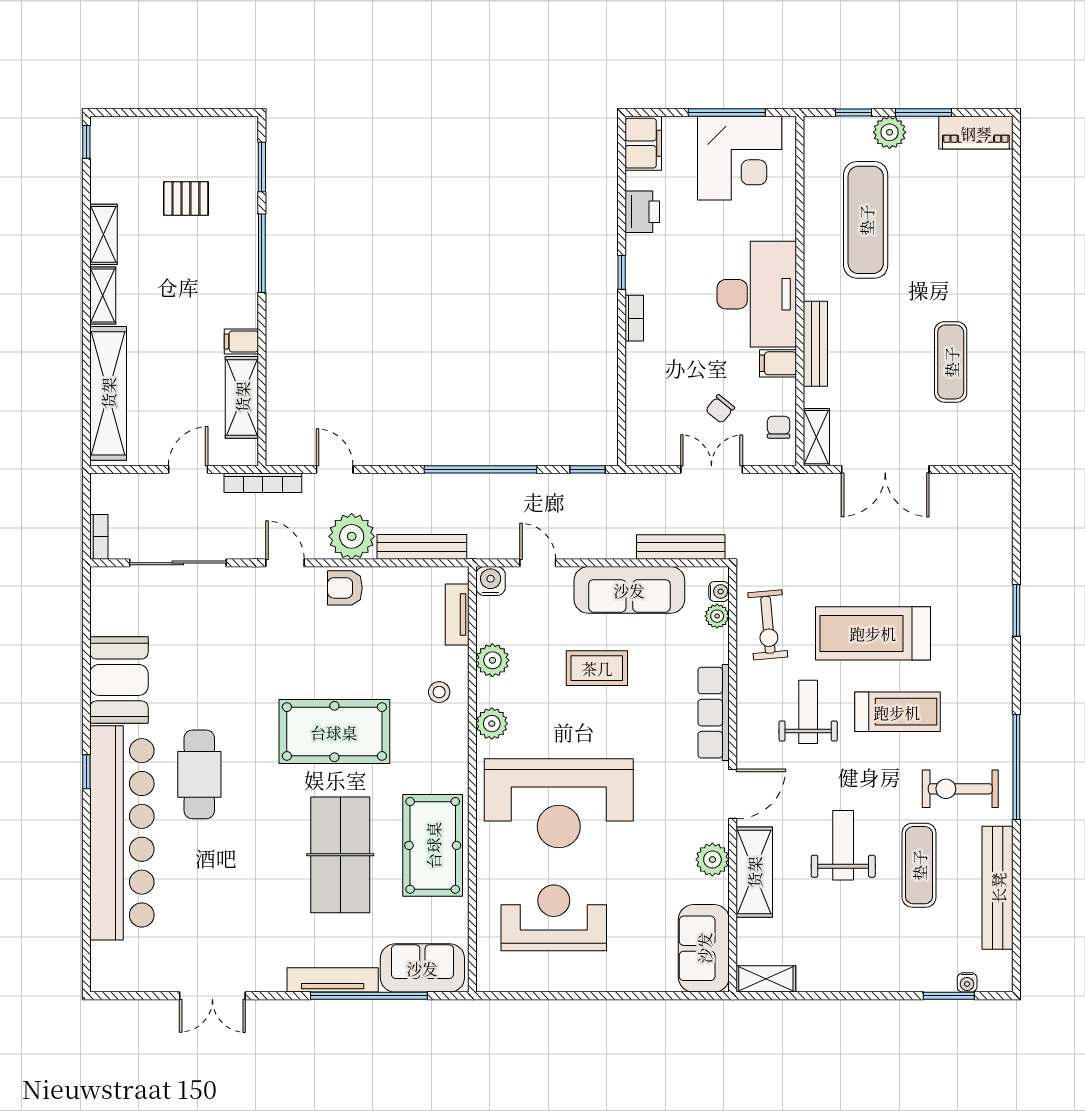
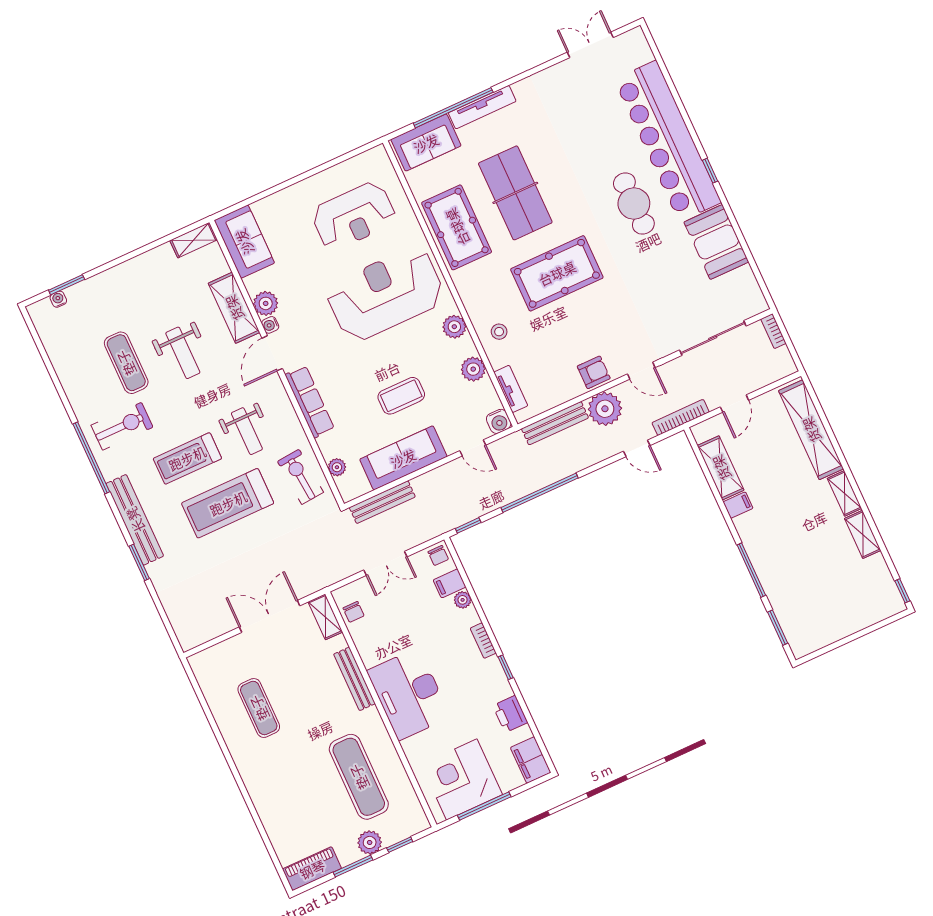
pallet: (186, 199) -> (819, 583), removed
filing cabinet: (778, 363) -> (450, 583), moved, turned 180
plant: (637, 380) -> (463, 600), added
chair: (720, 409) -> (438, 555), moved, turned 141
water cooler: (719, 591) -> (270, 325), moved
treadmill: (873, 633) -> (228, 503), turned 180
bench: (998, 888) -> (135, 520), moved
double door: (212, 996) -> (590, 45), moved

